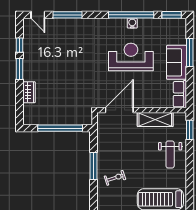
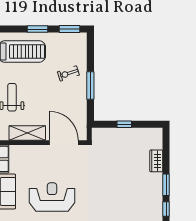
reception desk: (131, 57) -> (52, 197), turned 180
door: (119, 110) -> (64, 143), swing flipped
window: (60, 128) -> (124, 124), width x0.32

